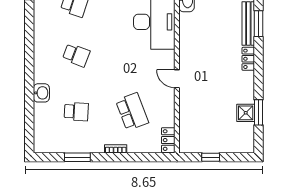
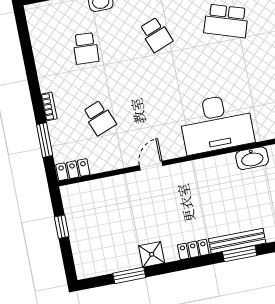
school desk: (76, 55) -> (156, 35), turned -42
school desk: (132, 112) -> (99, 118), width x0.54
shower: (246, 113) -> (152, 254), moved
window: (77, 157) -> (45, 140), moved

